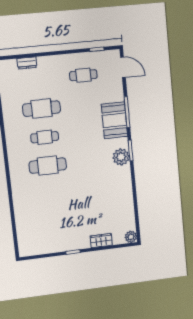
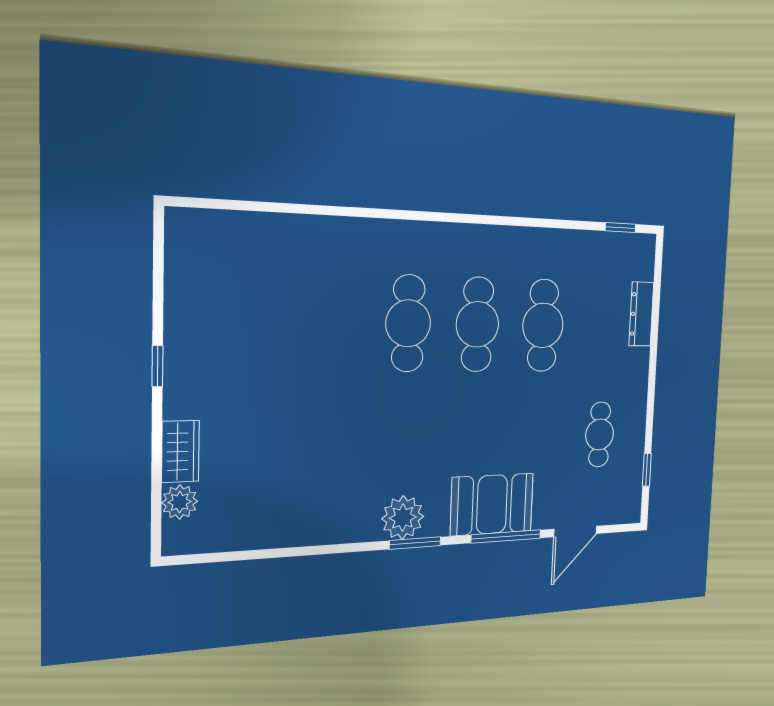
dresser: (27, 63) -> (641, 314), width x1.44
door: (123, 67) -> (575, 531), moved
cafe table: (45, 137) -> (477, 324), width x1.37, depth x1.35
plant: (131, 237) -> (180, 502), moved

